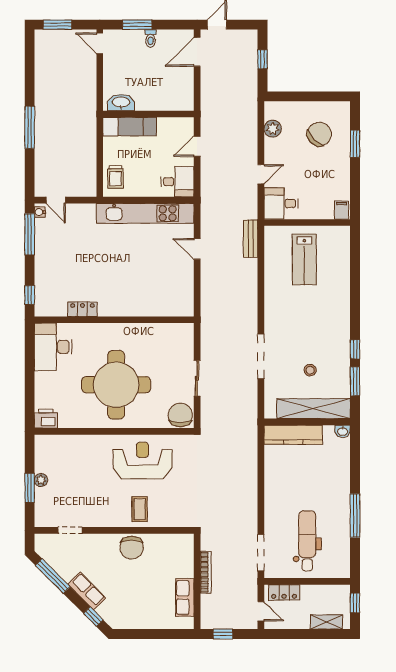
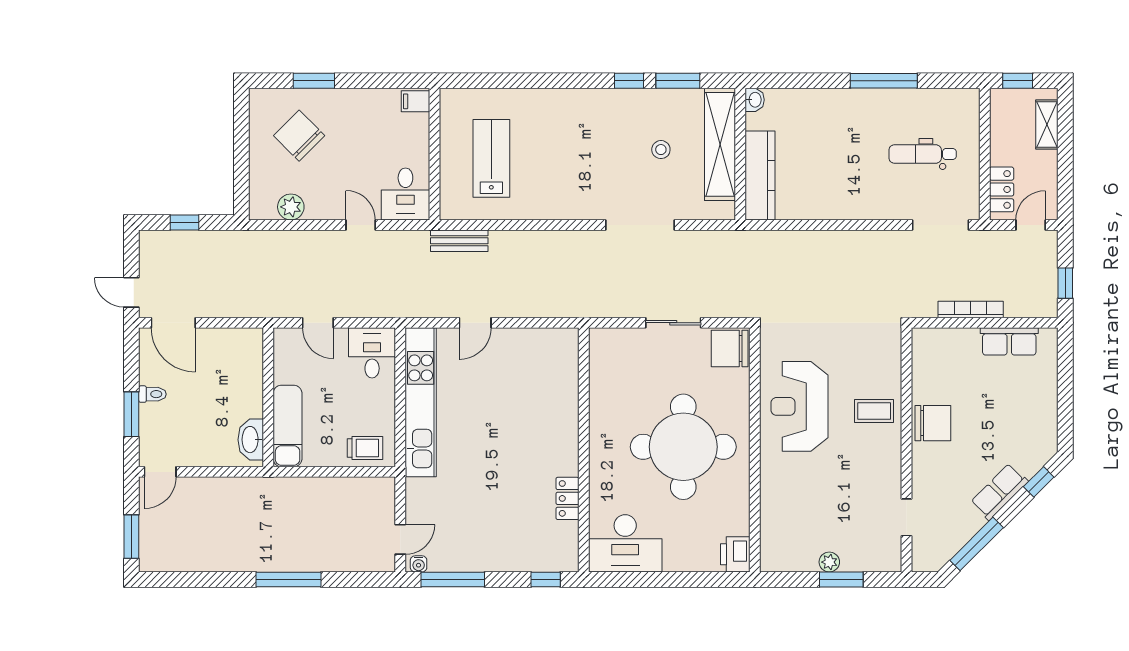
lab bench: (304, 259) -> (491, 158), turned -90
dental chair: (307, 541) -> (923, 154), width x0.73, depth x0.72

